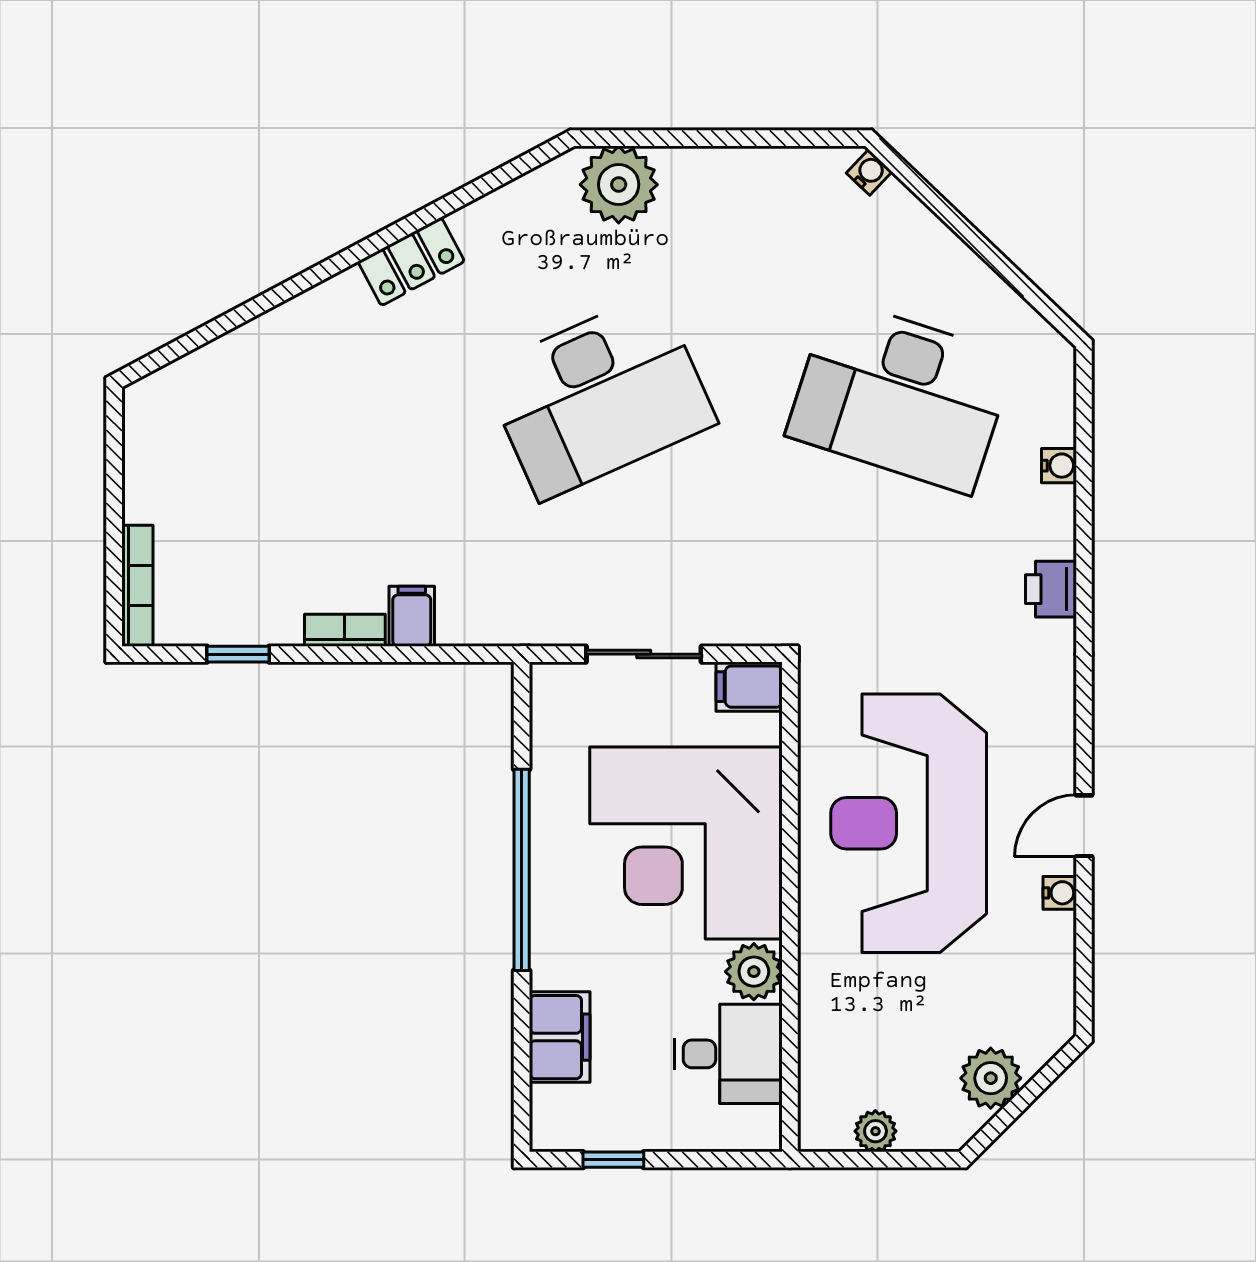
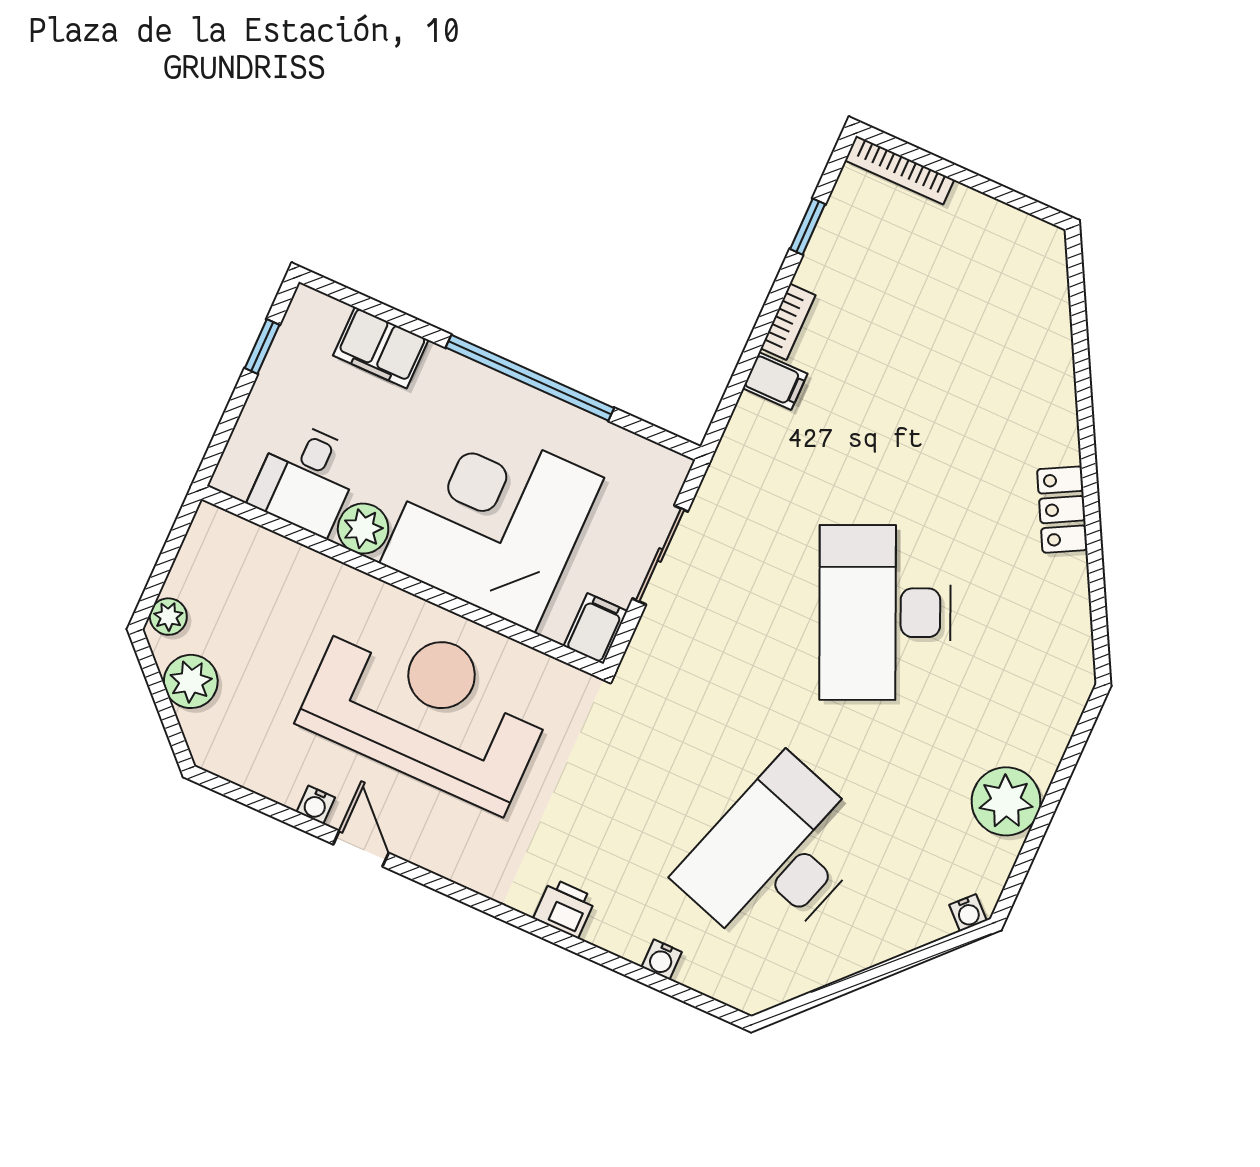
plant: (619, 185) -> (1006, 801), moved
plant: (875, 1131) -> (168, 617), moved

